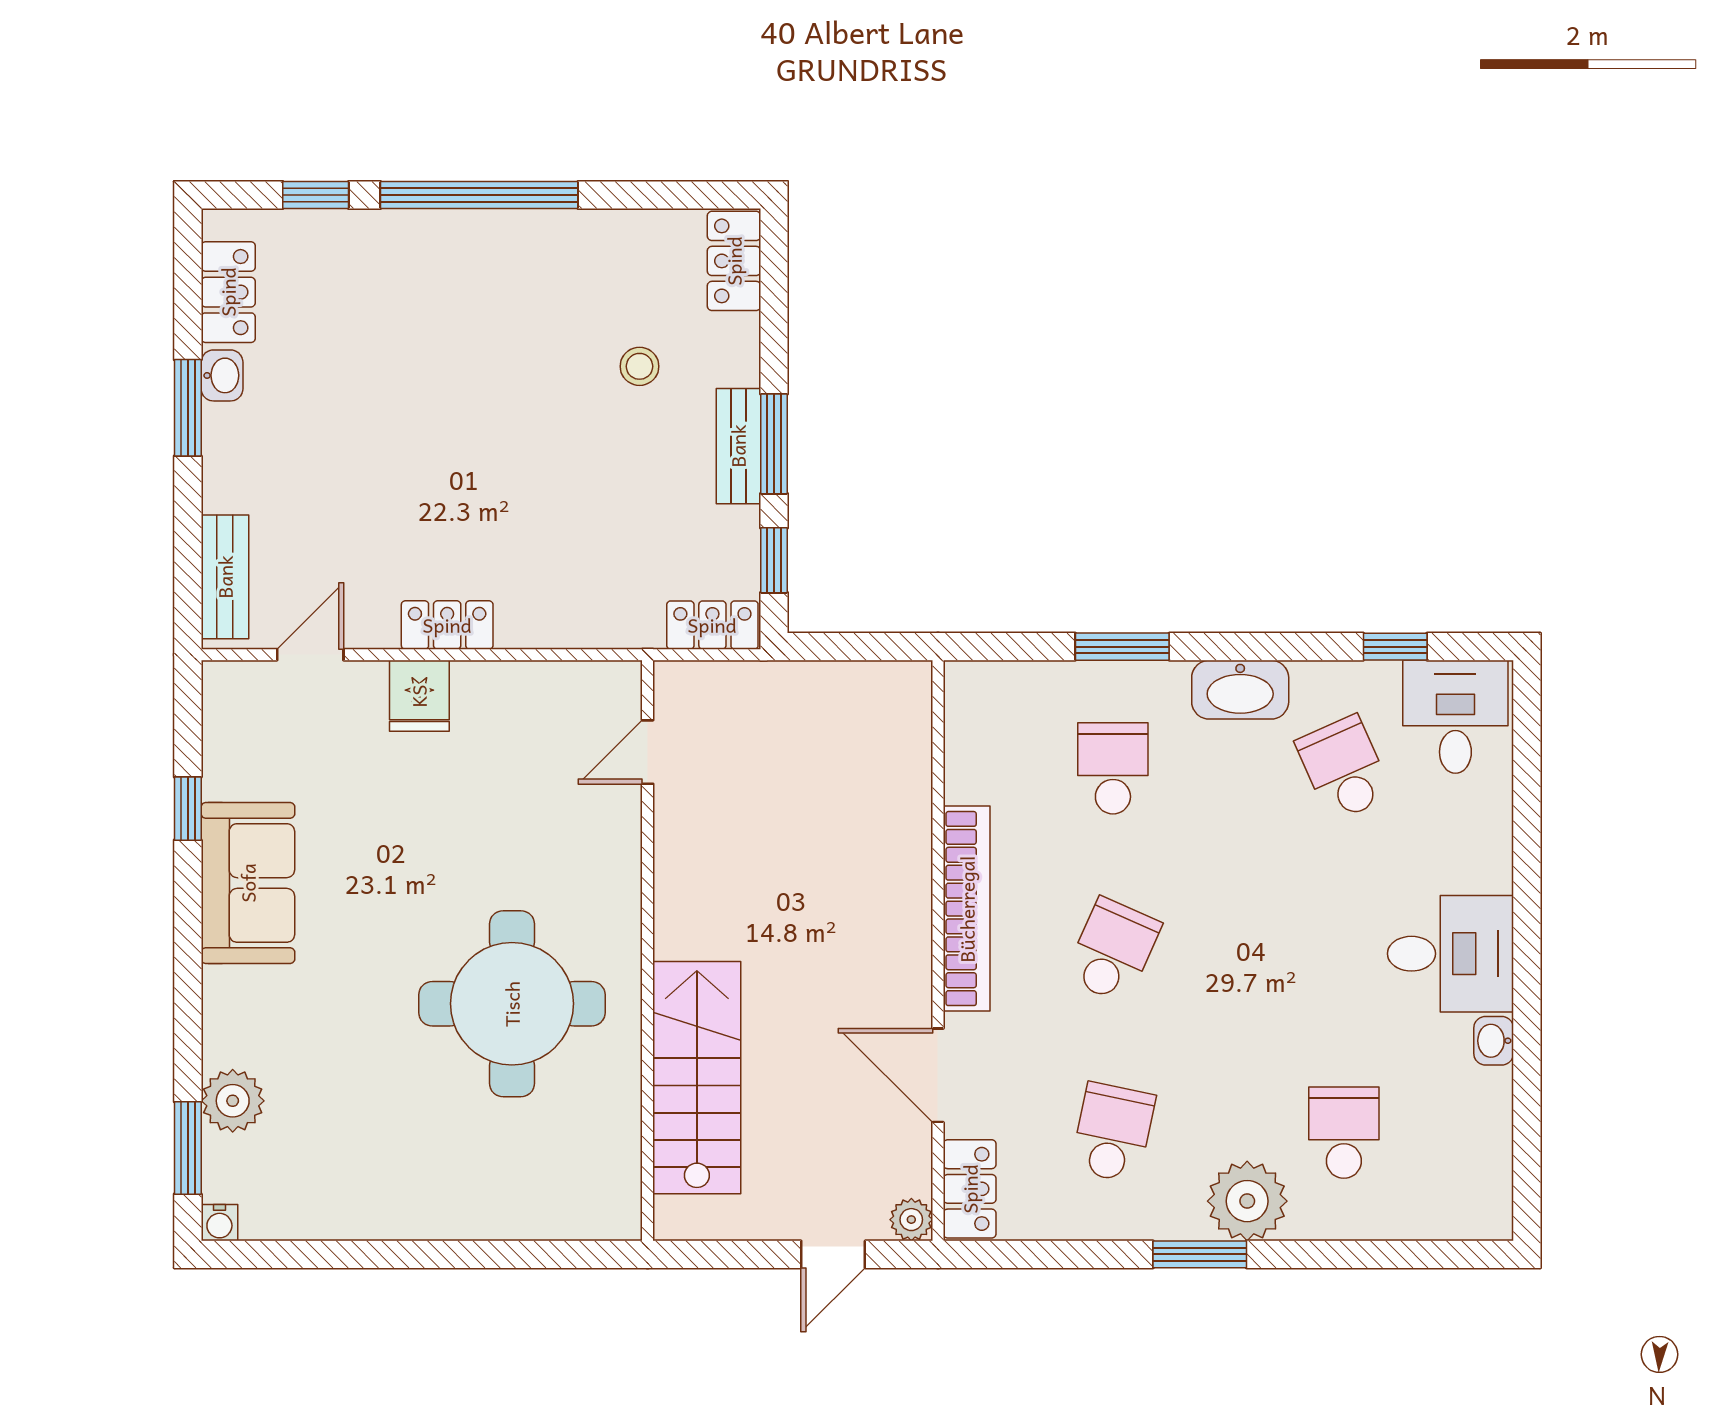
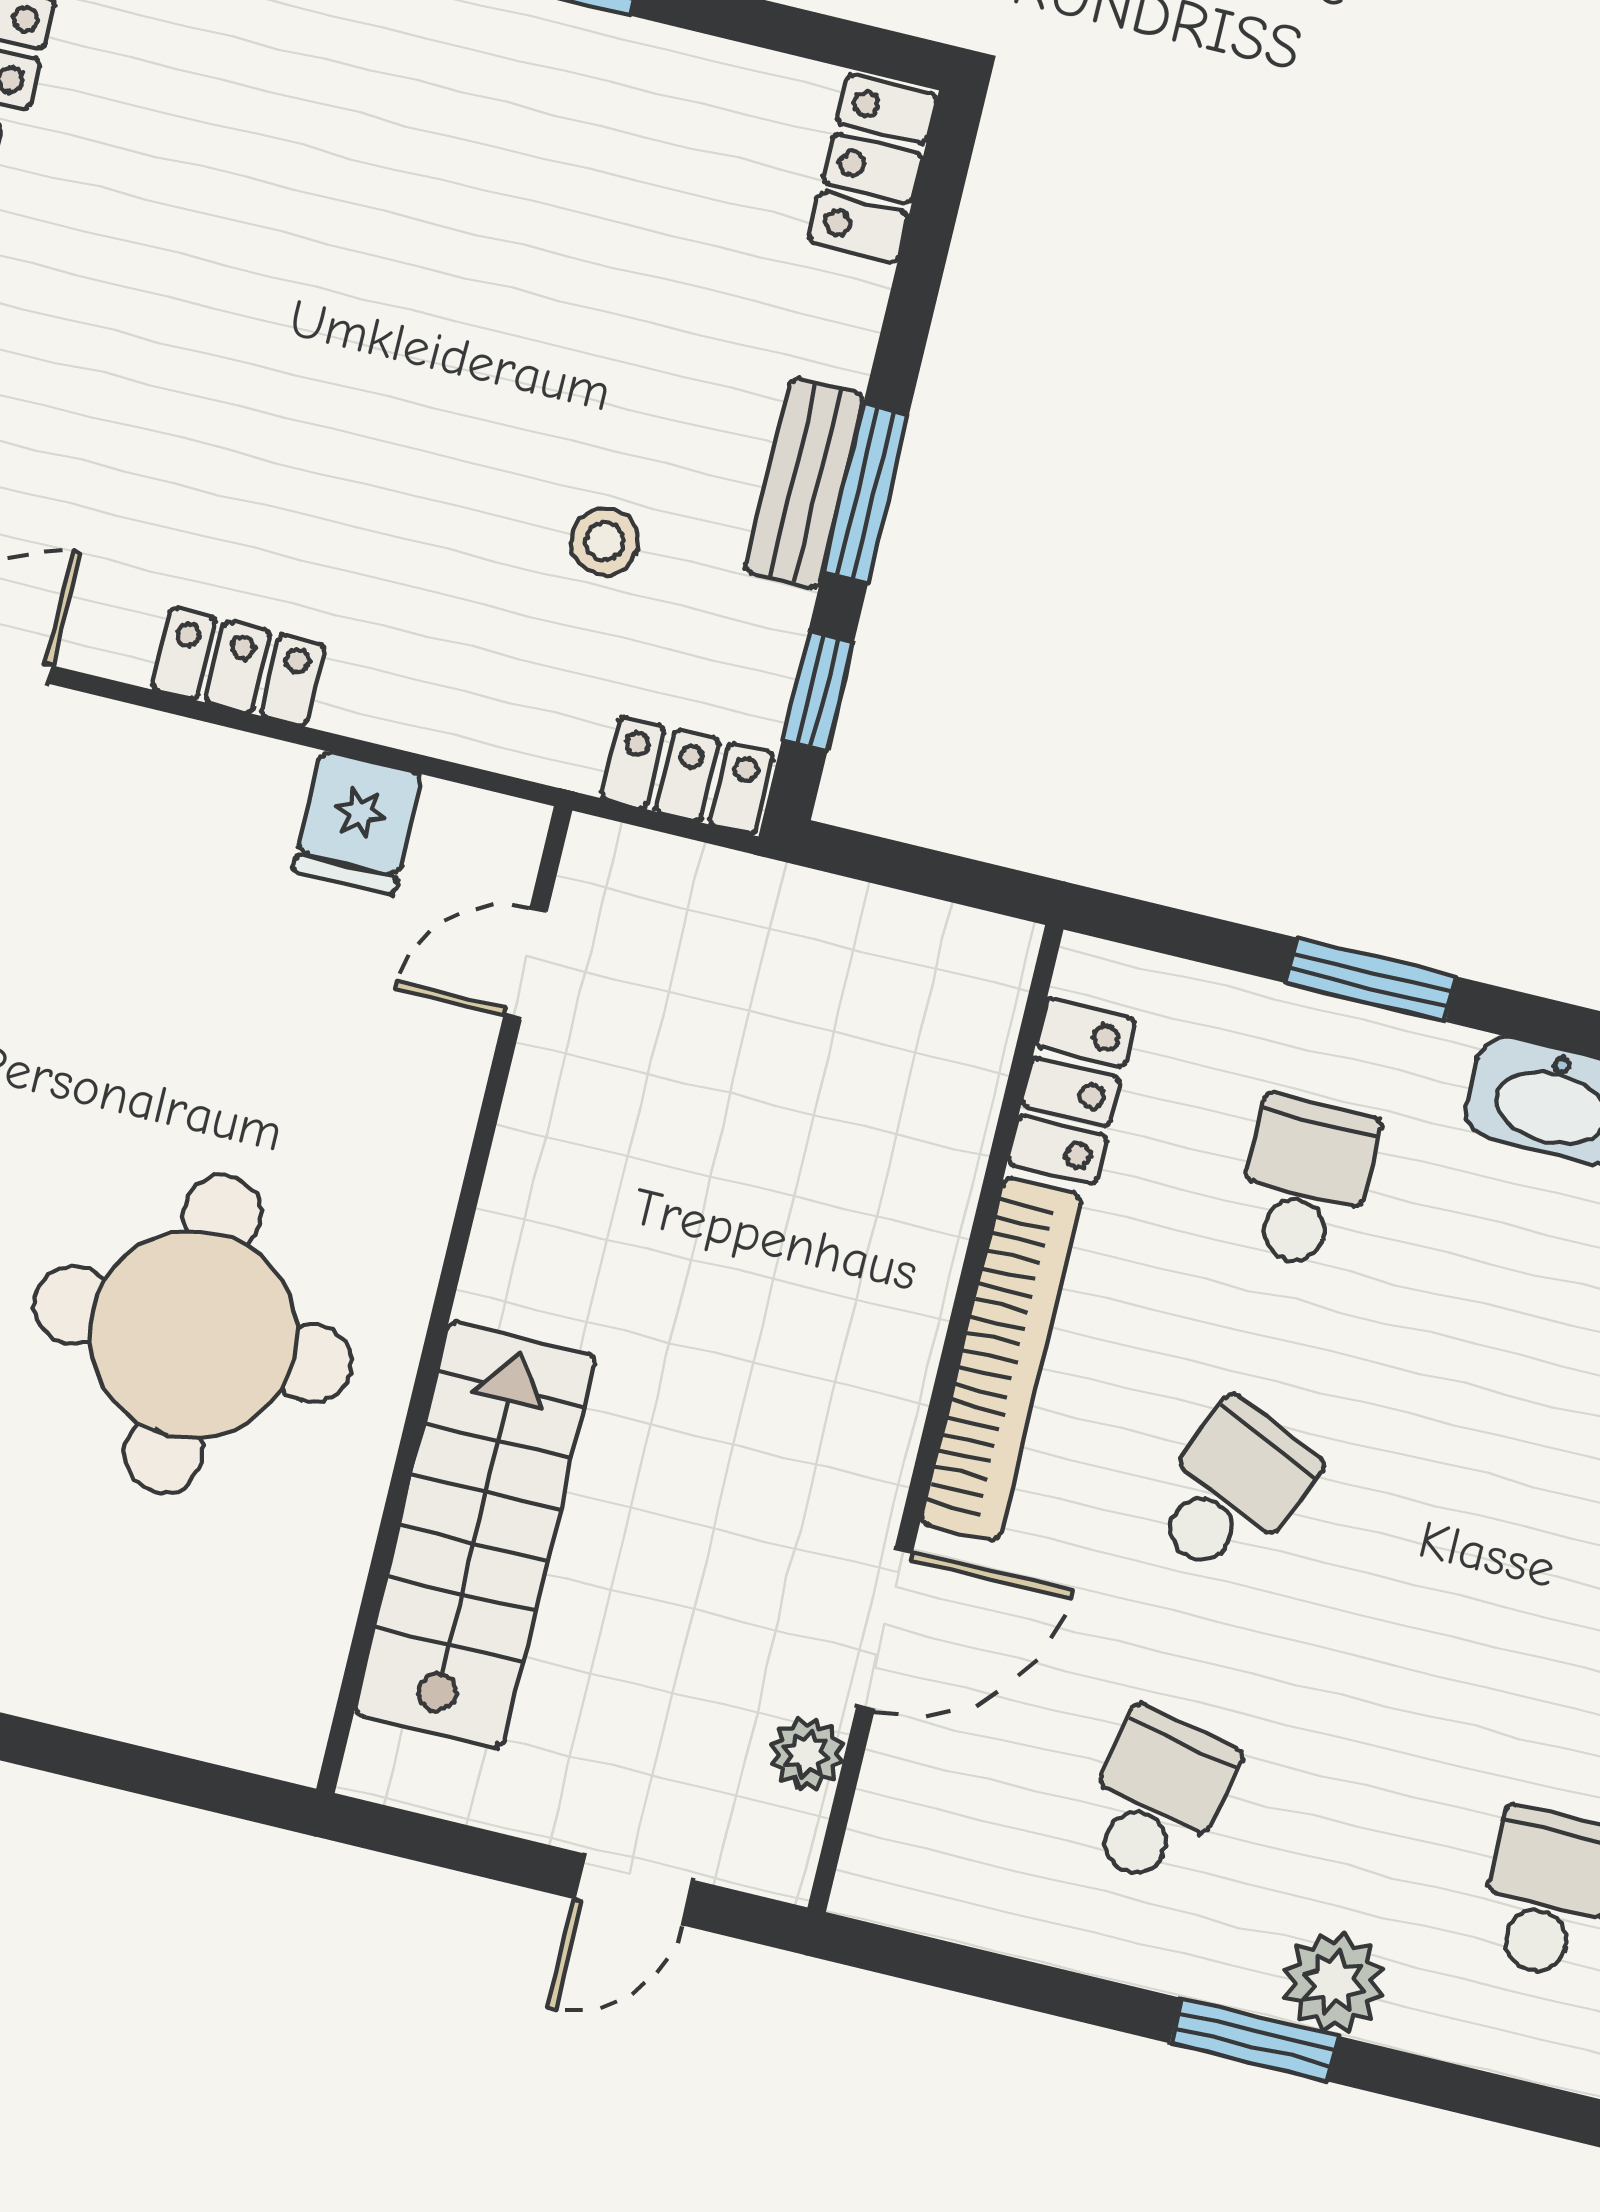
stool: (640, 366) -> (605, 542), moved
fridge: (419, 696) -> (358, 822), moved
door: (938, 1075) -> (884, 1630), swing flipped
locker: (970, 1189) -> (1071, 1091), moved
plant: (1247, 1201) -> (1334, 1982), width x0.73, depth x0.73
plant: (911, 1220) -> (807, 1754), moved

